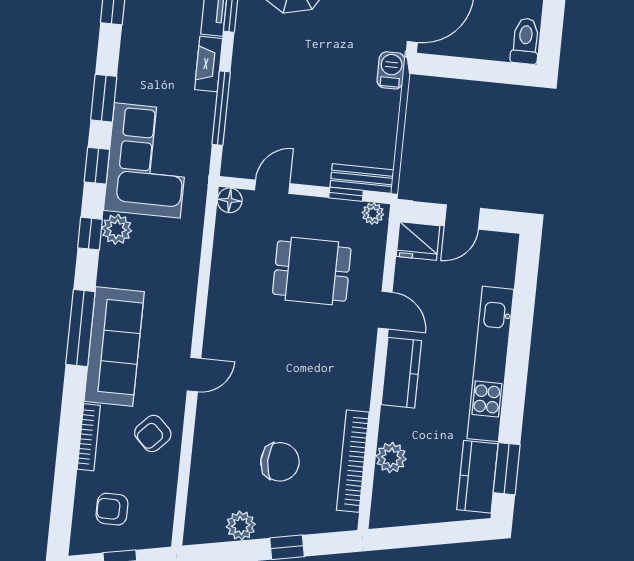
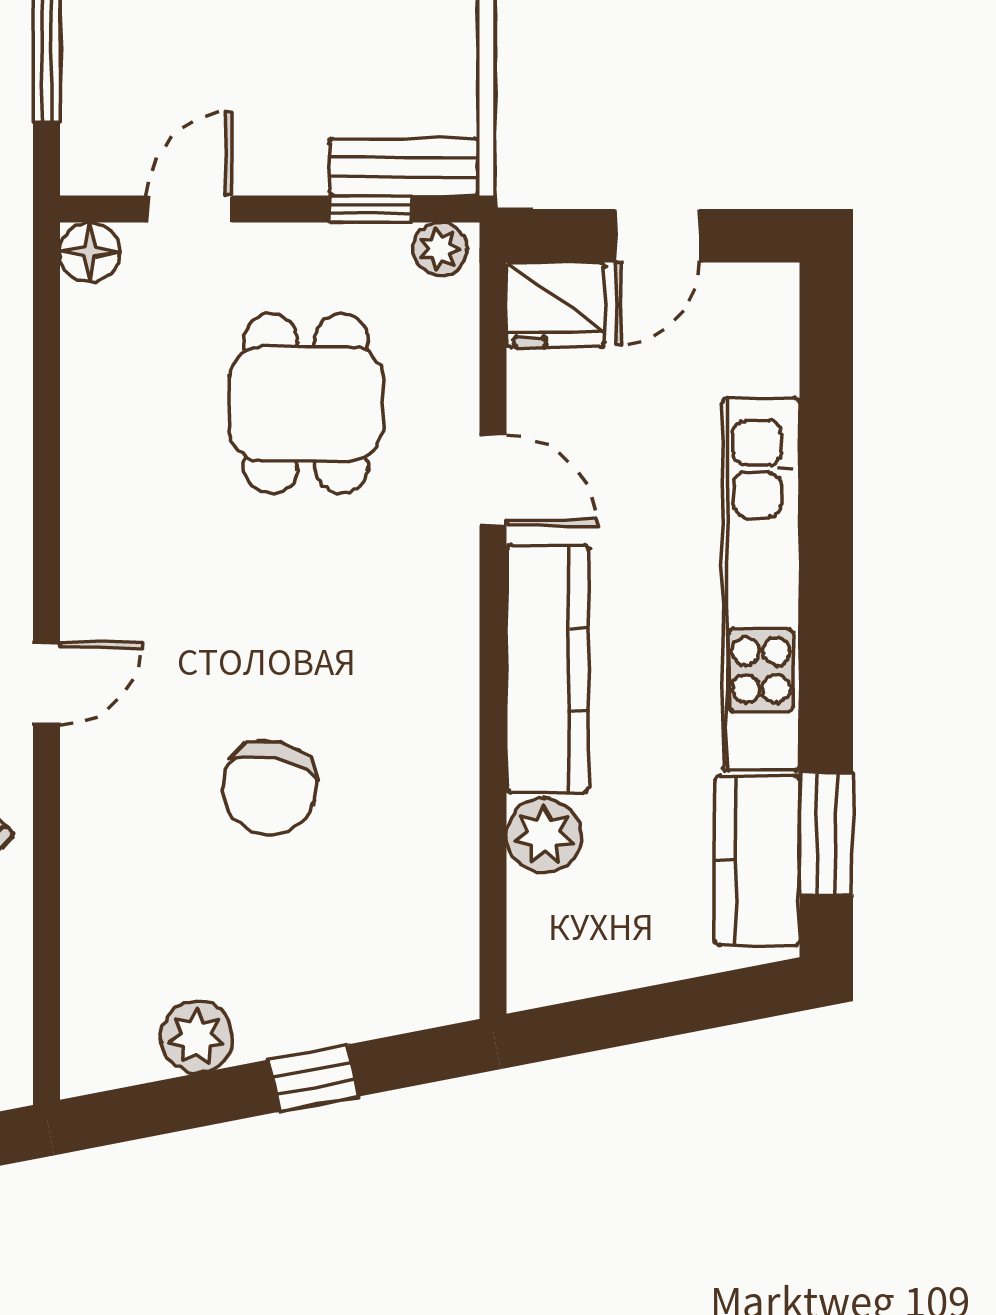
dining table: (312, 271) -> (306, 404), turned 90
kitchen counter: (401, 373) -> (548, 669), width x1.50
bookcase: (353, 461) -> (452, 853), removed
chair: (280, 462) -> (269, 788), moved, turned 103

